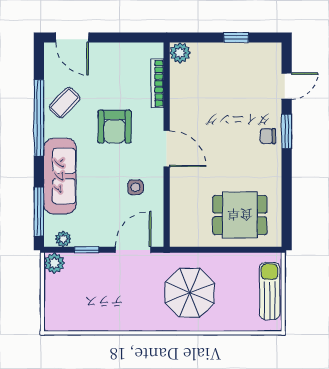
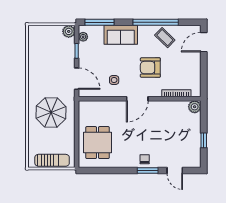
sofa: (60, 176) -> (121, 35), width x0.73

